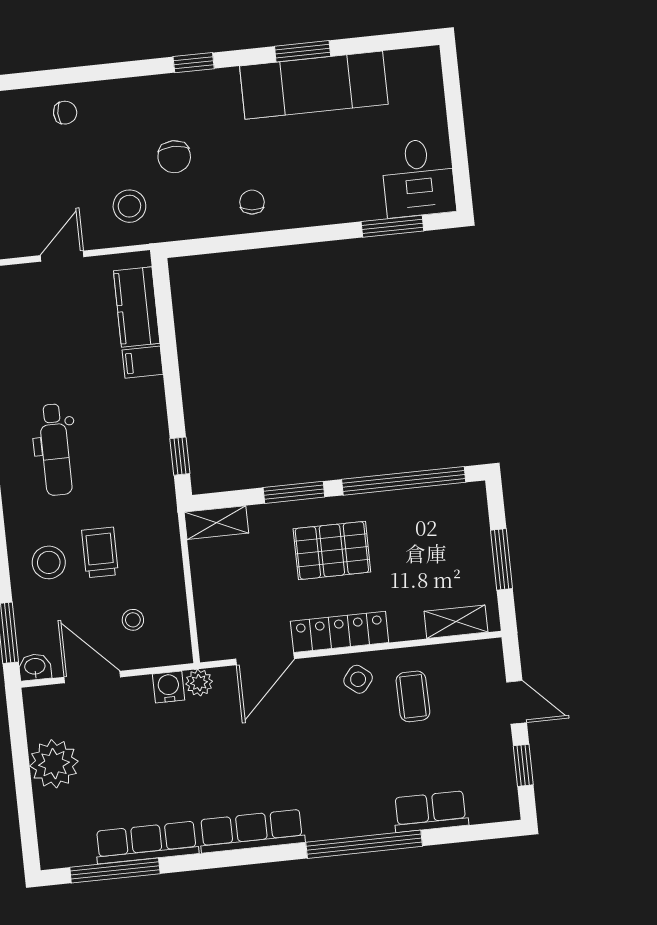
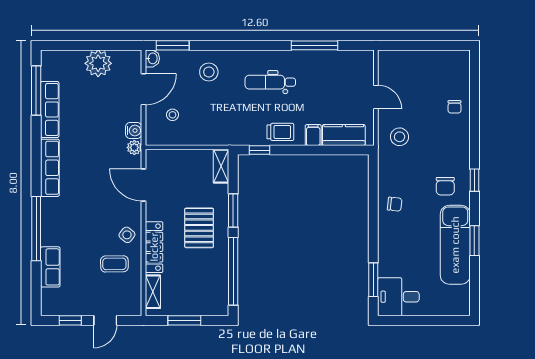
chair: (174, 157) -> (445, 186), moved, turned -90
trolley: (100, 552) -> (280, 132), moved
locker: (340, 632) -> (154, 247), moved

